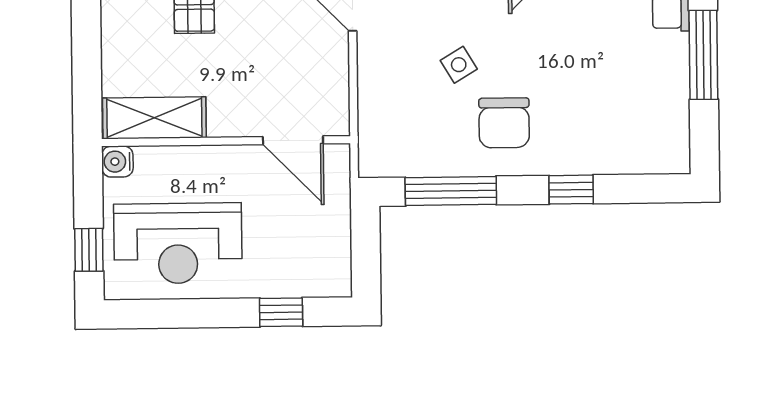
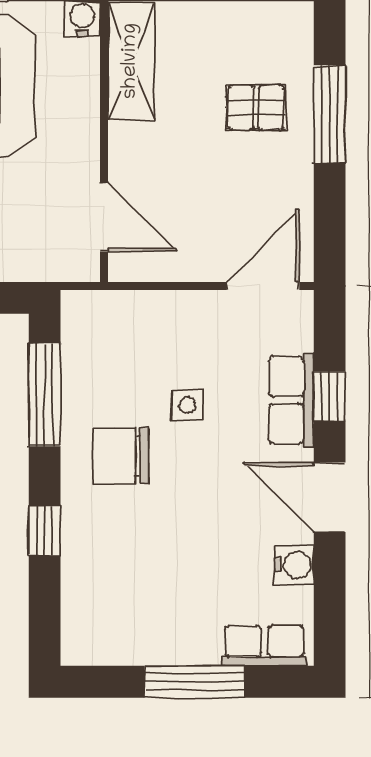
side table: (459, 65) -> (187, 405), turned 31
door: (293, 140) -> (104, 217), swing flipped

